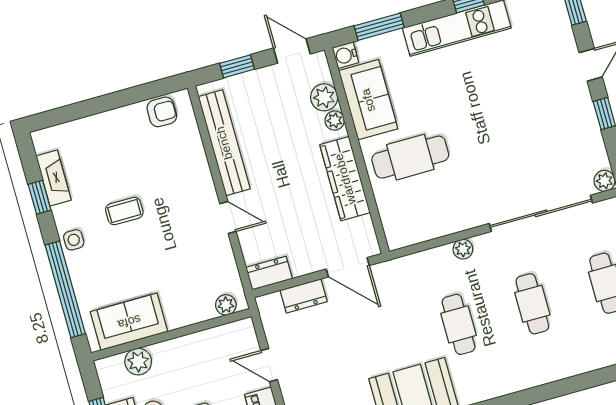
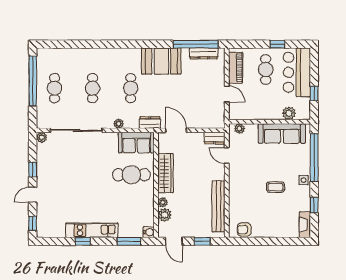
sofa: (368, 100) -> (136, 143), moved, turned -90
fireplace: (54, 178) -> (305, 225), moved
door: (228, 218) -> (227, 156), moved
dresser: (304, 296) -> (150, 123), moved
sofa: (129, 322) -> (282, 134), width x1.36

